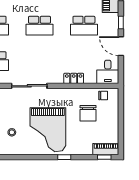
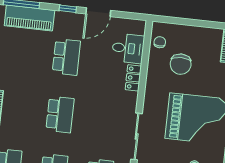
desk: (108, 72) -> (128, 48), moved
chair: (88, 113) -> (181, 64), turned 90

